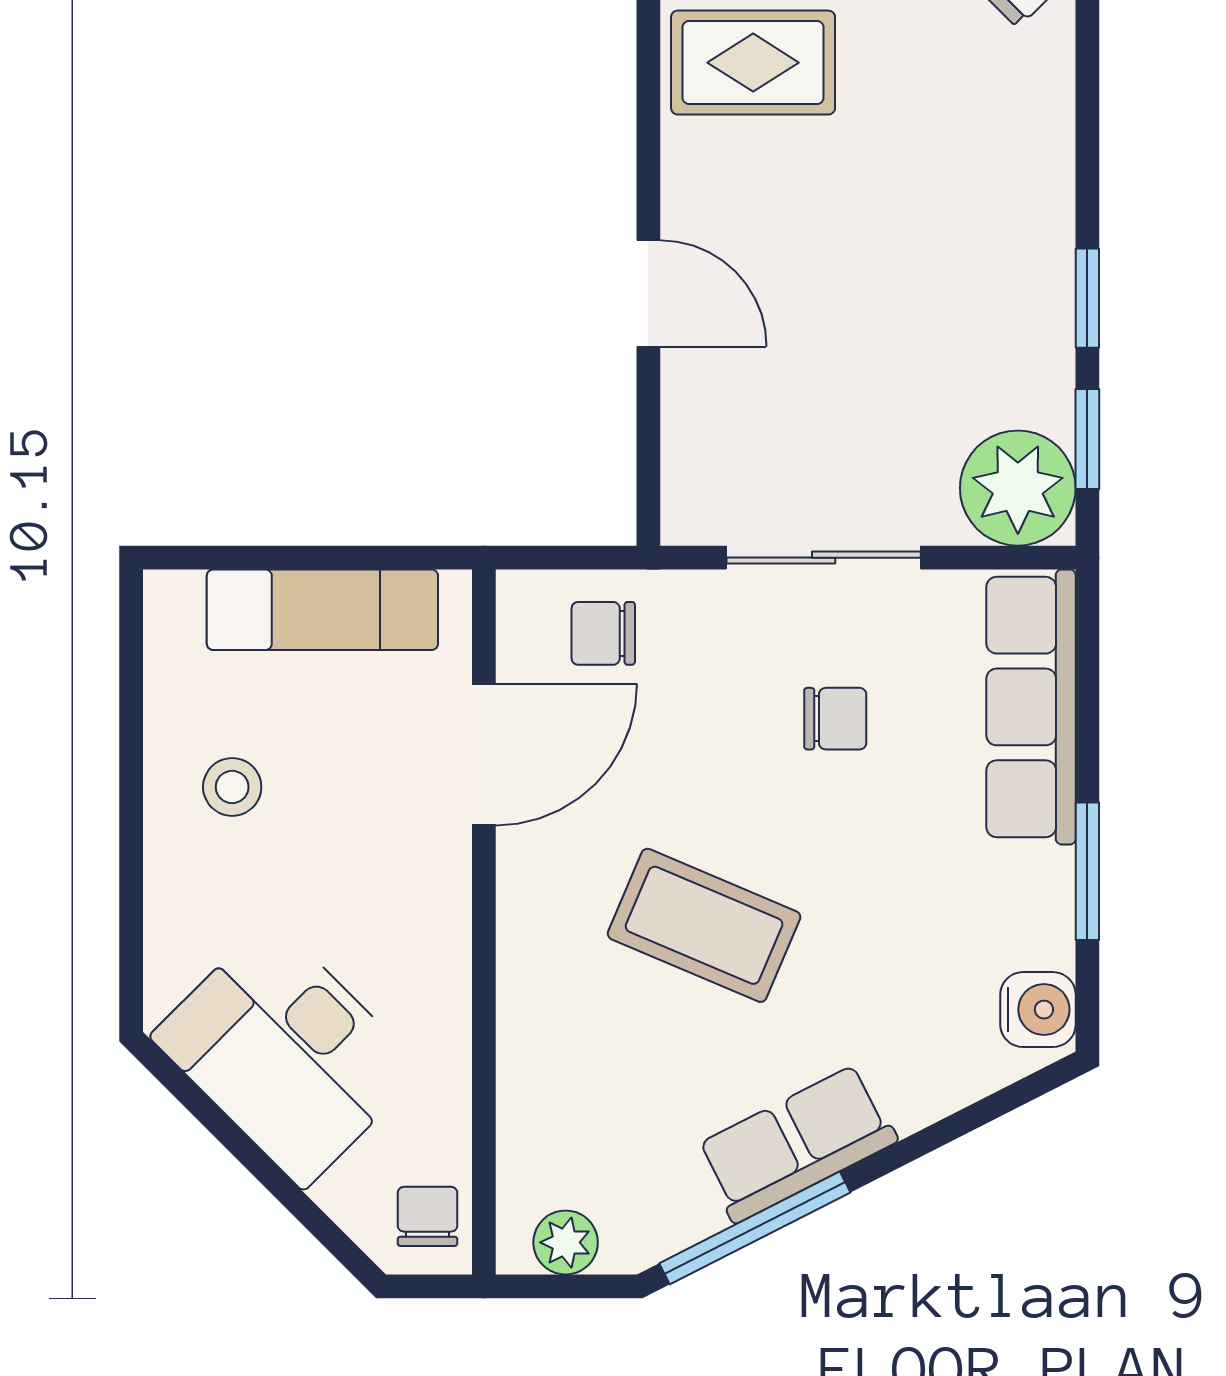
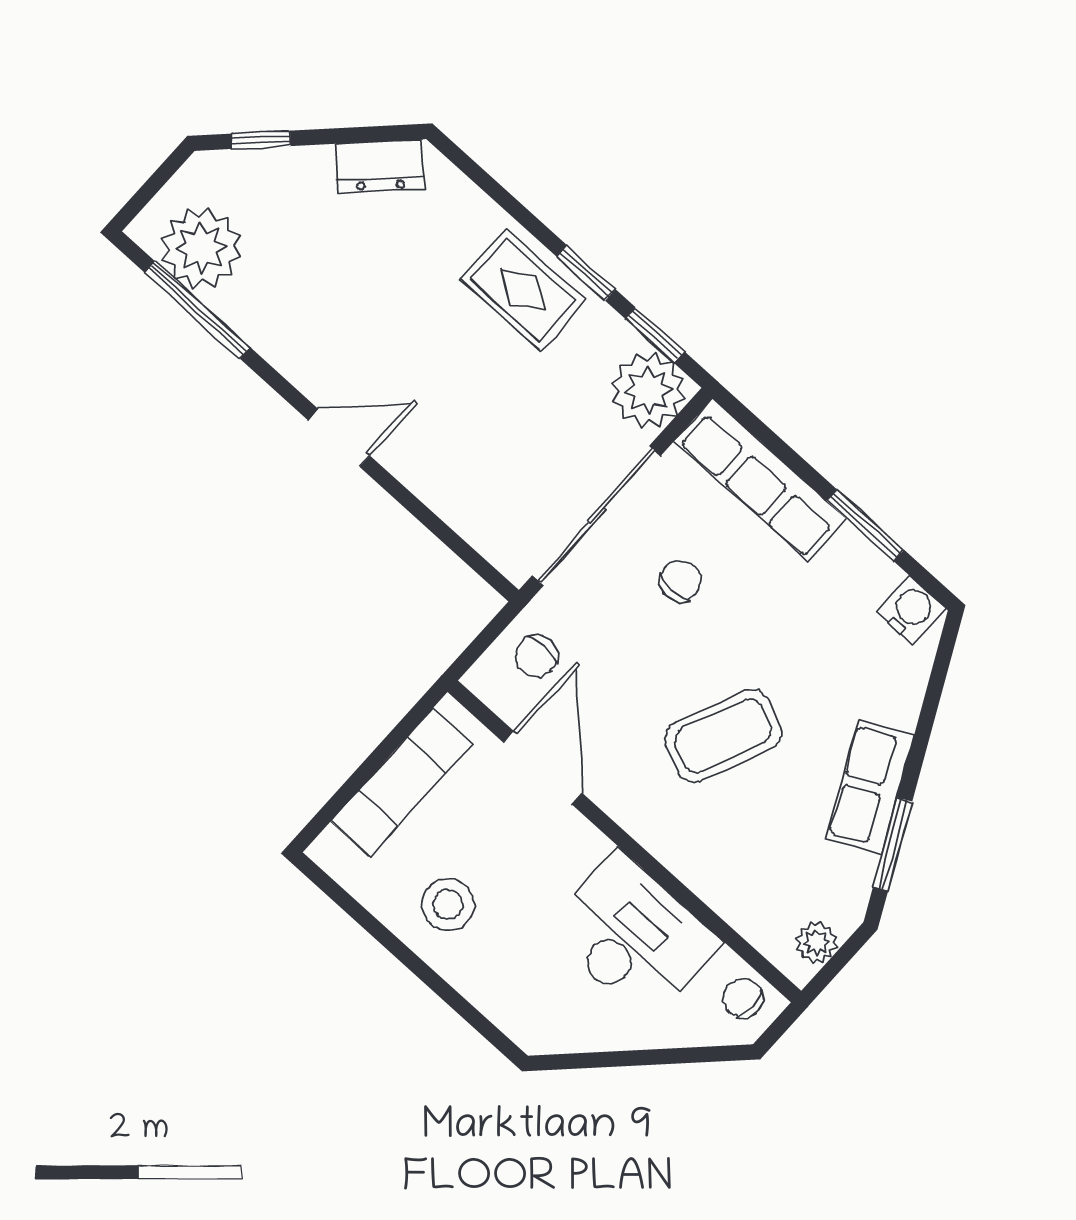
rug: (753, 63) -> (523, 290), moved, turned 90
door: (648, 293) -> (339, 438), moved
sliding door: (824, 558) -> (596, 516), width x1.37
stool: (232, 787) -> (448, 905), width x1.37, depth x1.37
desk: (287, 1053) -> (633, 936), moved, turned -135
window: (755, 1228) -> (893, 844), width x0.69

